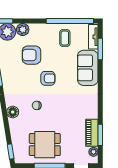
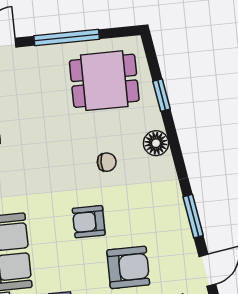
dining table: (45, 145) -> (104, 81), moved
window: (11, 152) -> (161, 95), moved

